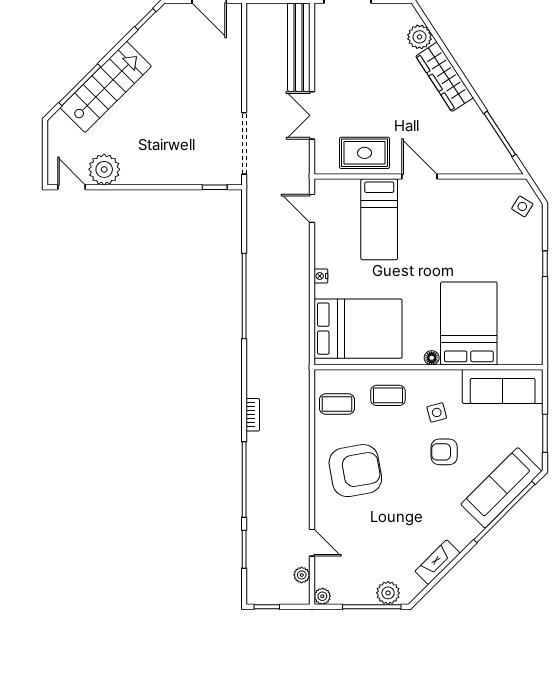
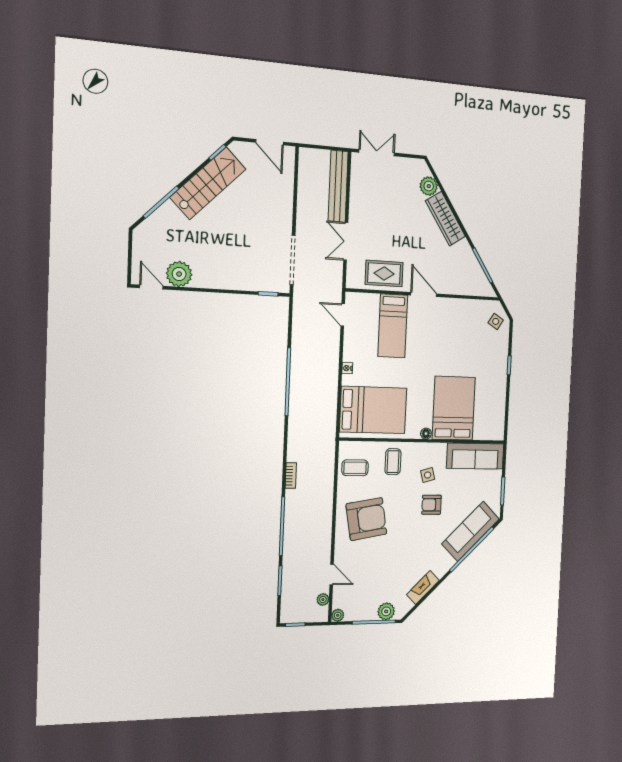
stairs: (106, 87) -> (208, 183), moved
coffee table: (388, 395) -> (393, 462), turned 90

